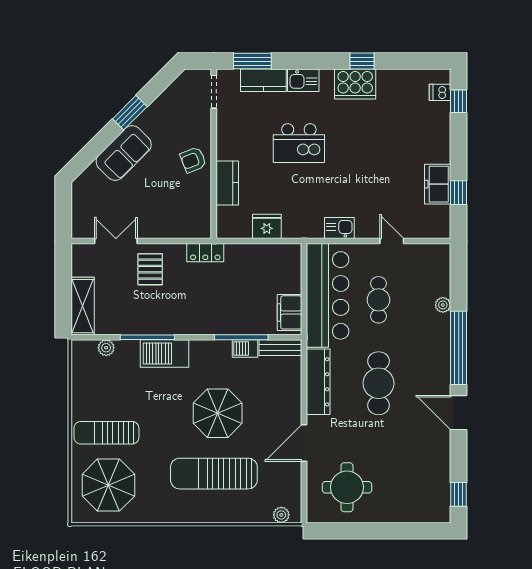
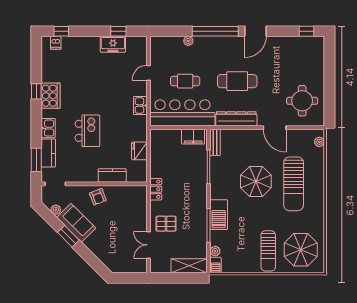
plant: (173, 93) -> (56, 210), added
sofa: (124, 153) -> (76, 223), moved
barbecue: (245, 348) -> (216, 265), moved

